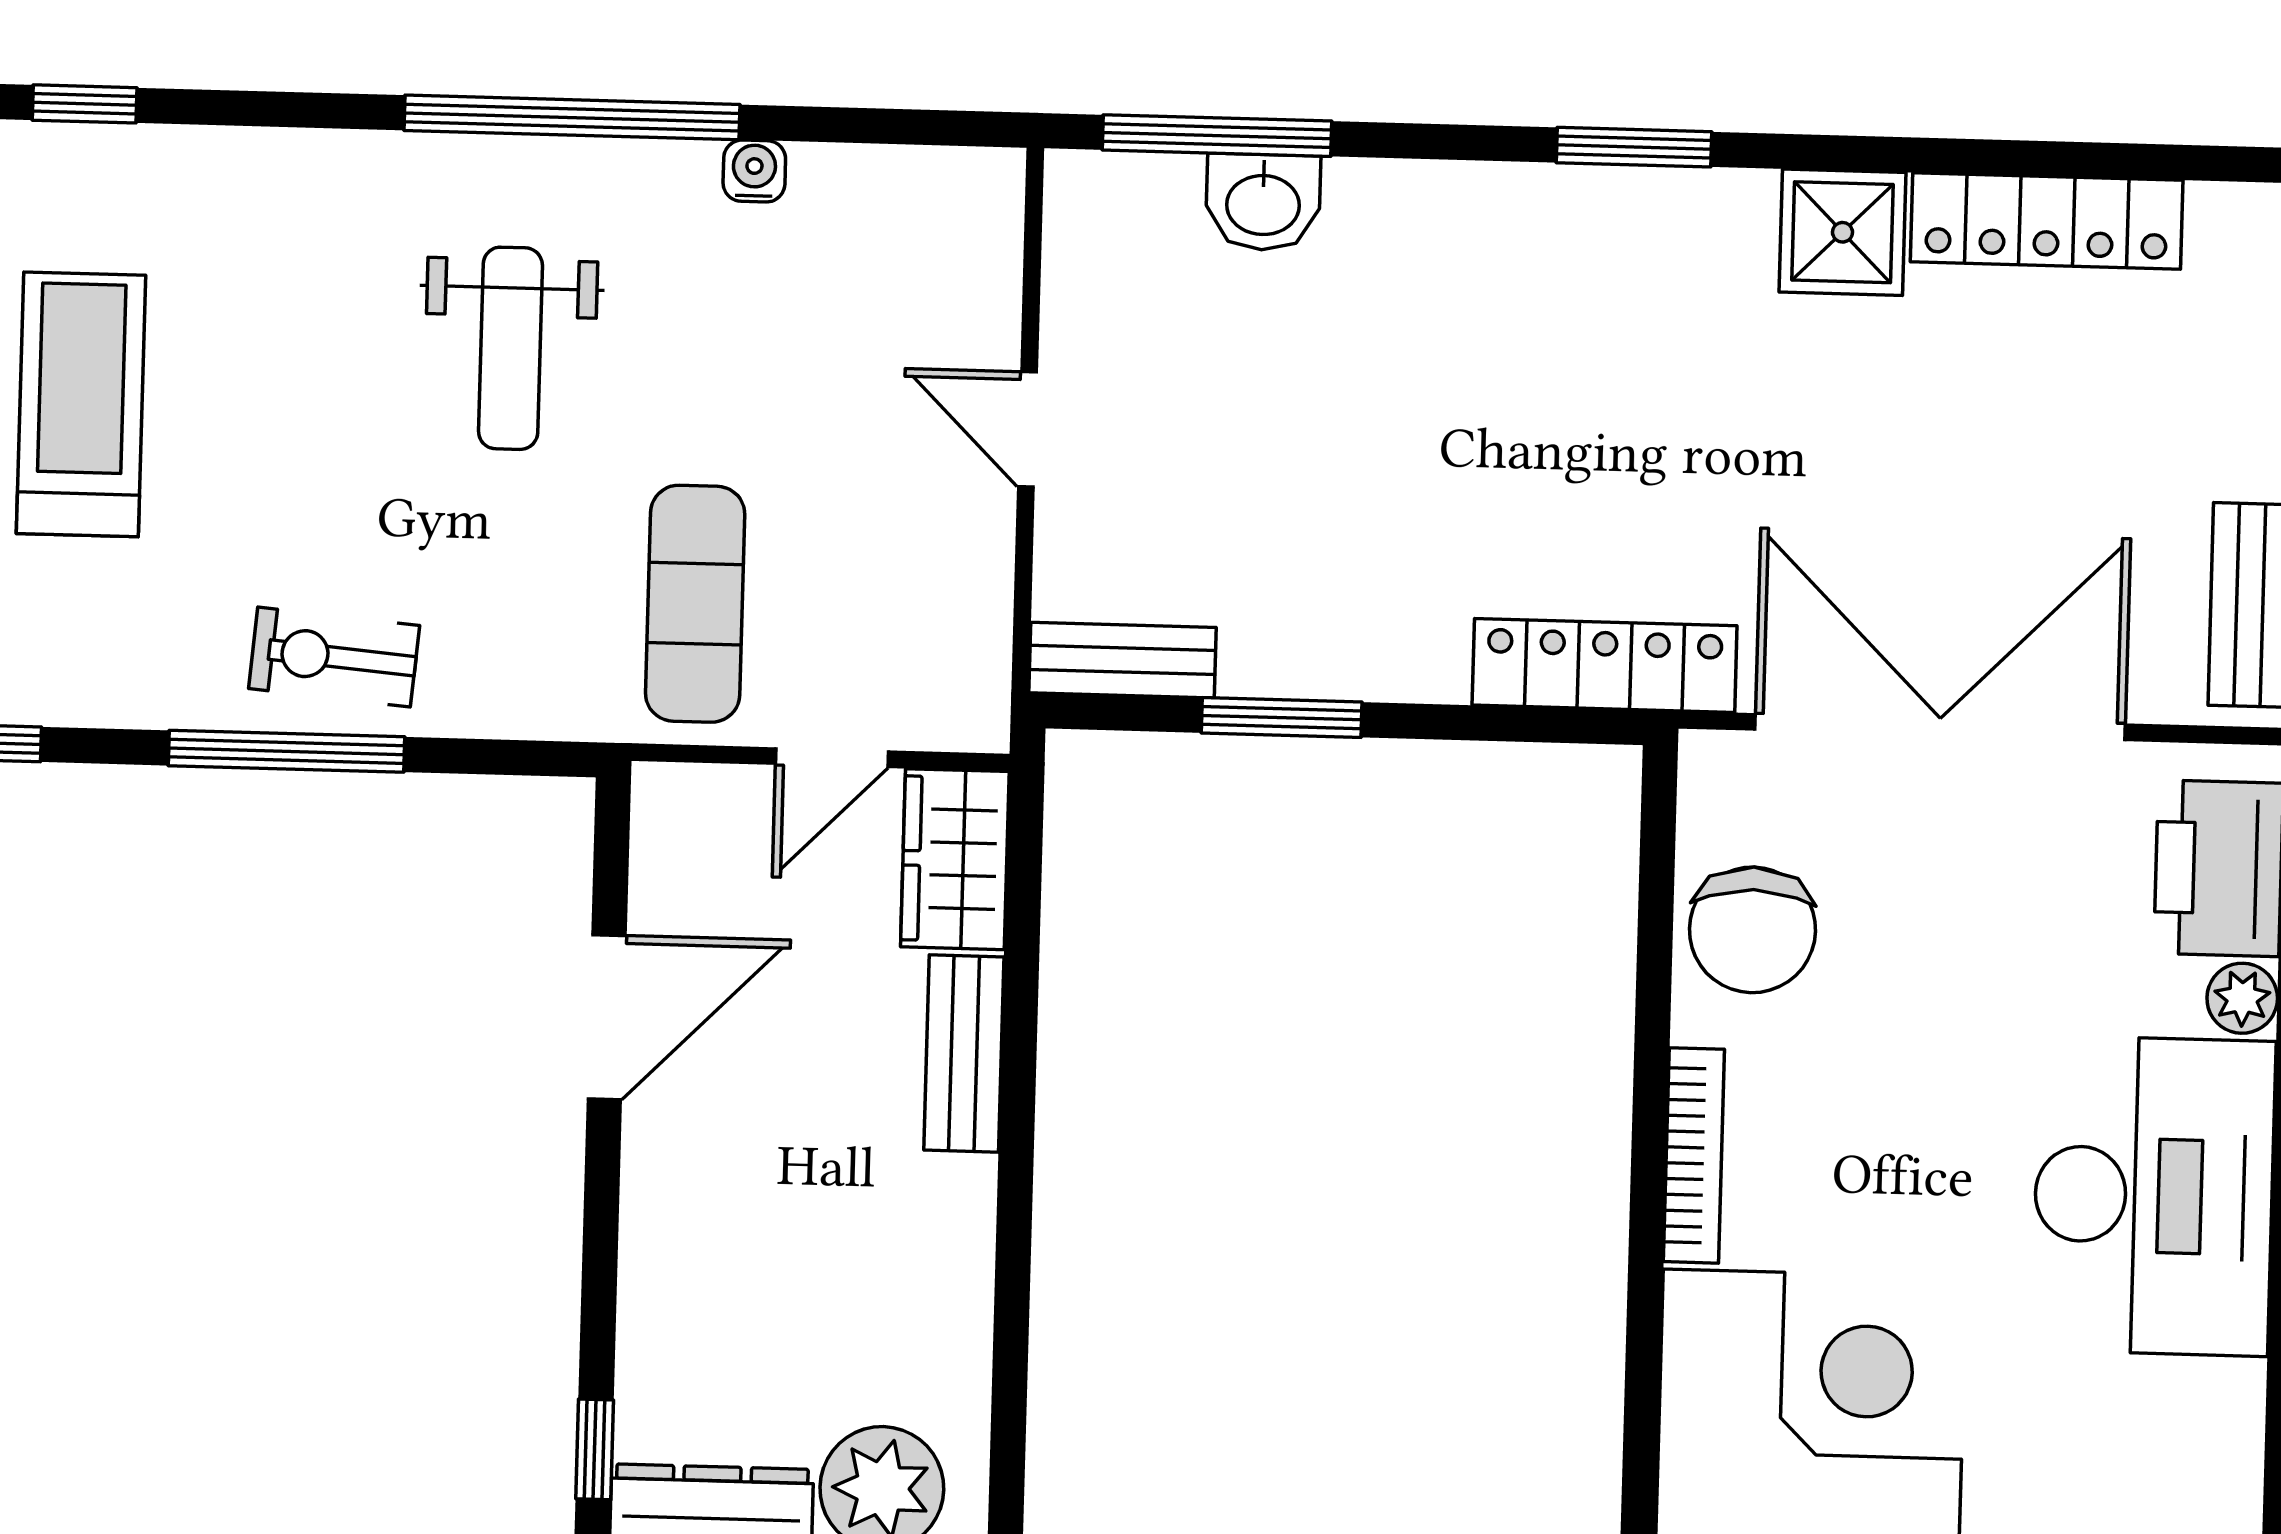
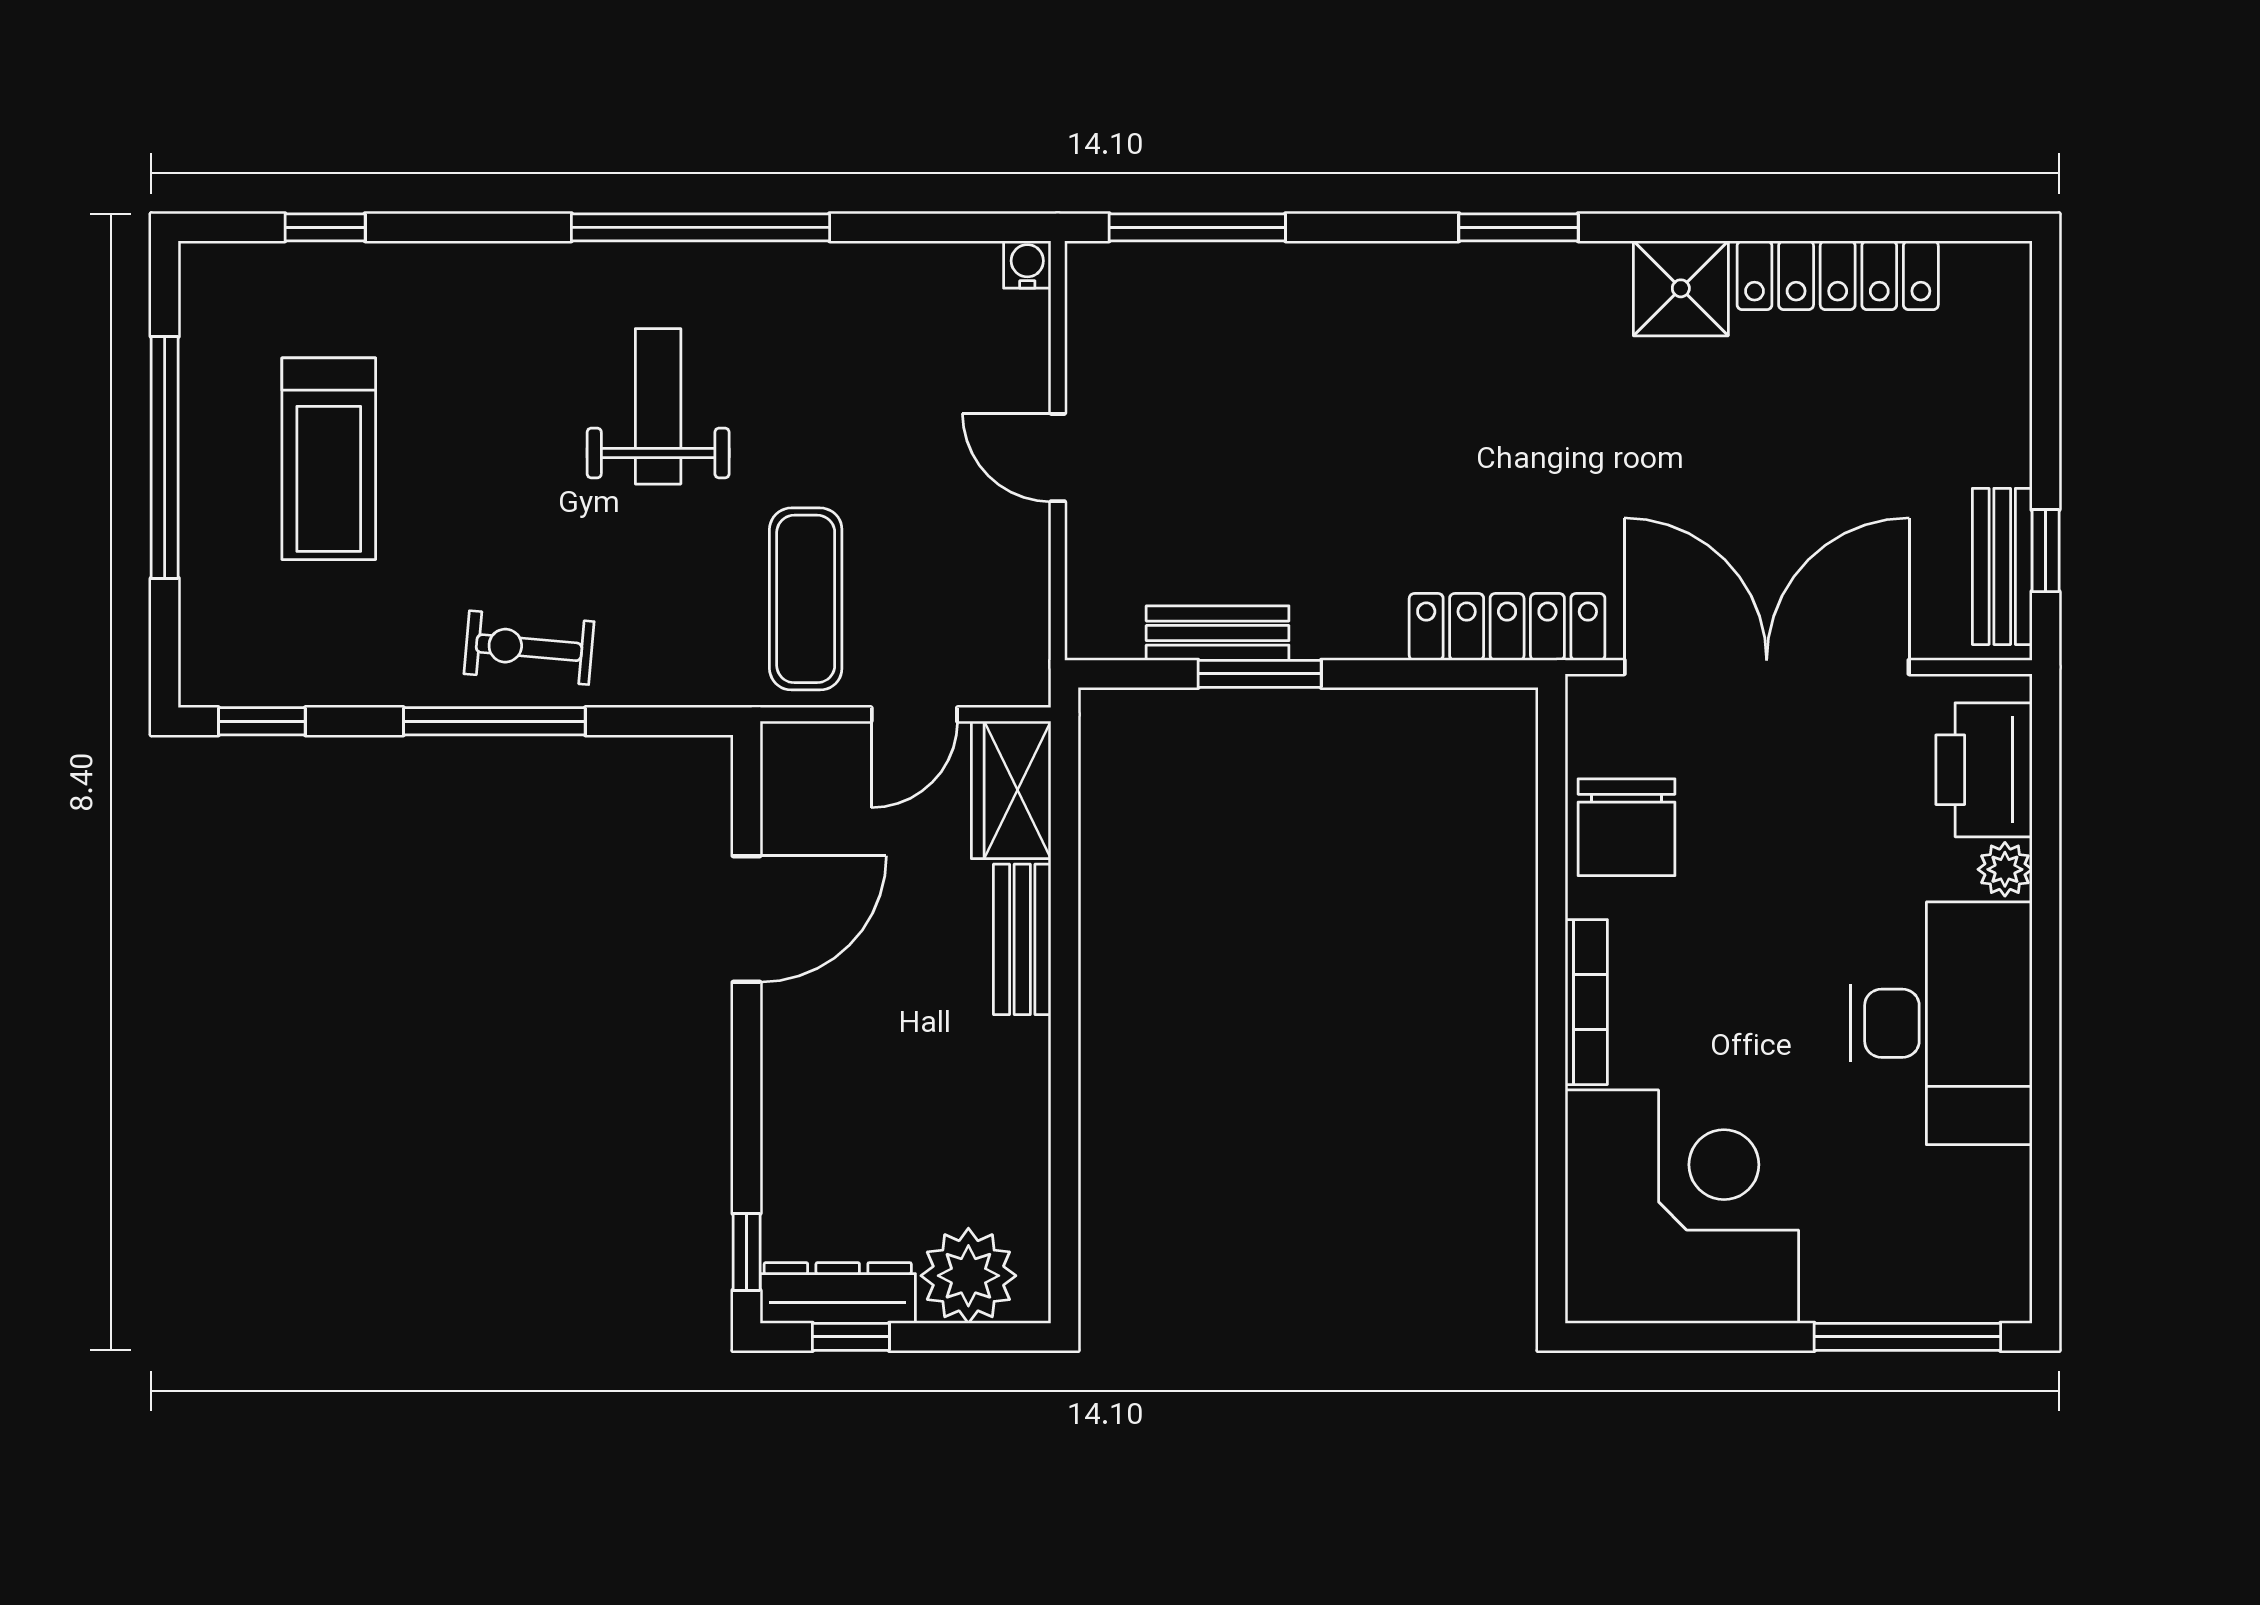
water cooler: (754, 171) -> (1027, 265), moved
washbasin: (1263, 202) -> (1234, 278), removed
weight bench: (510, 348) -> (658, 406), turned 180
treadmill: (81, 404) -> (329, 459), turned 180
bench: (1123, 660) -> (1218, 633), moved

